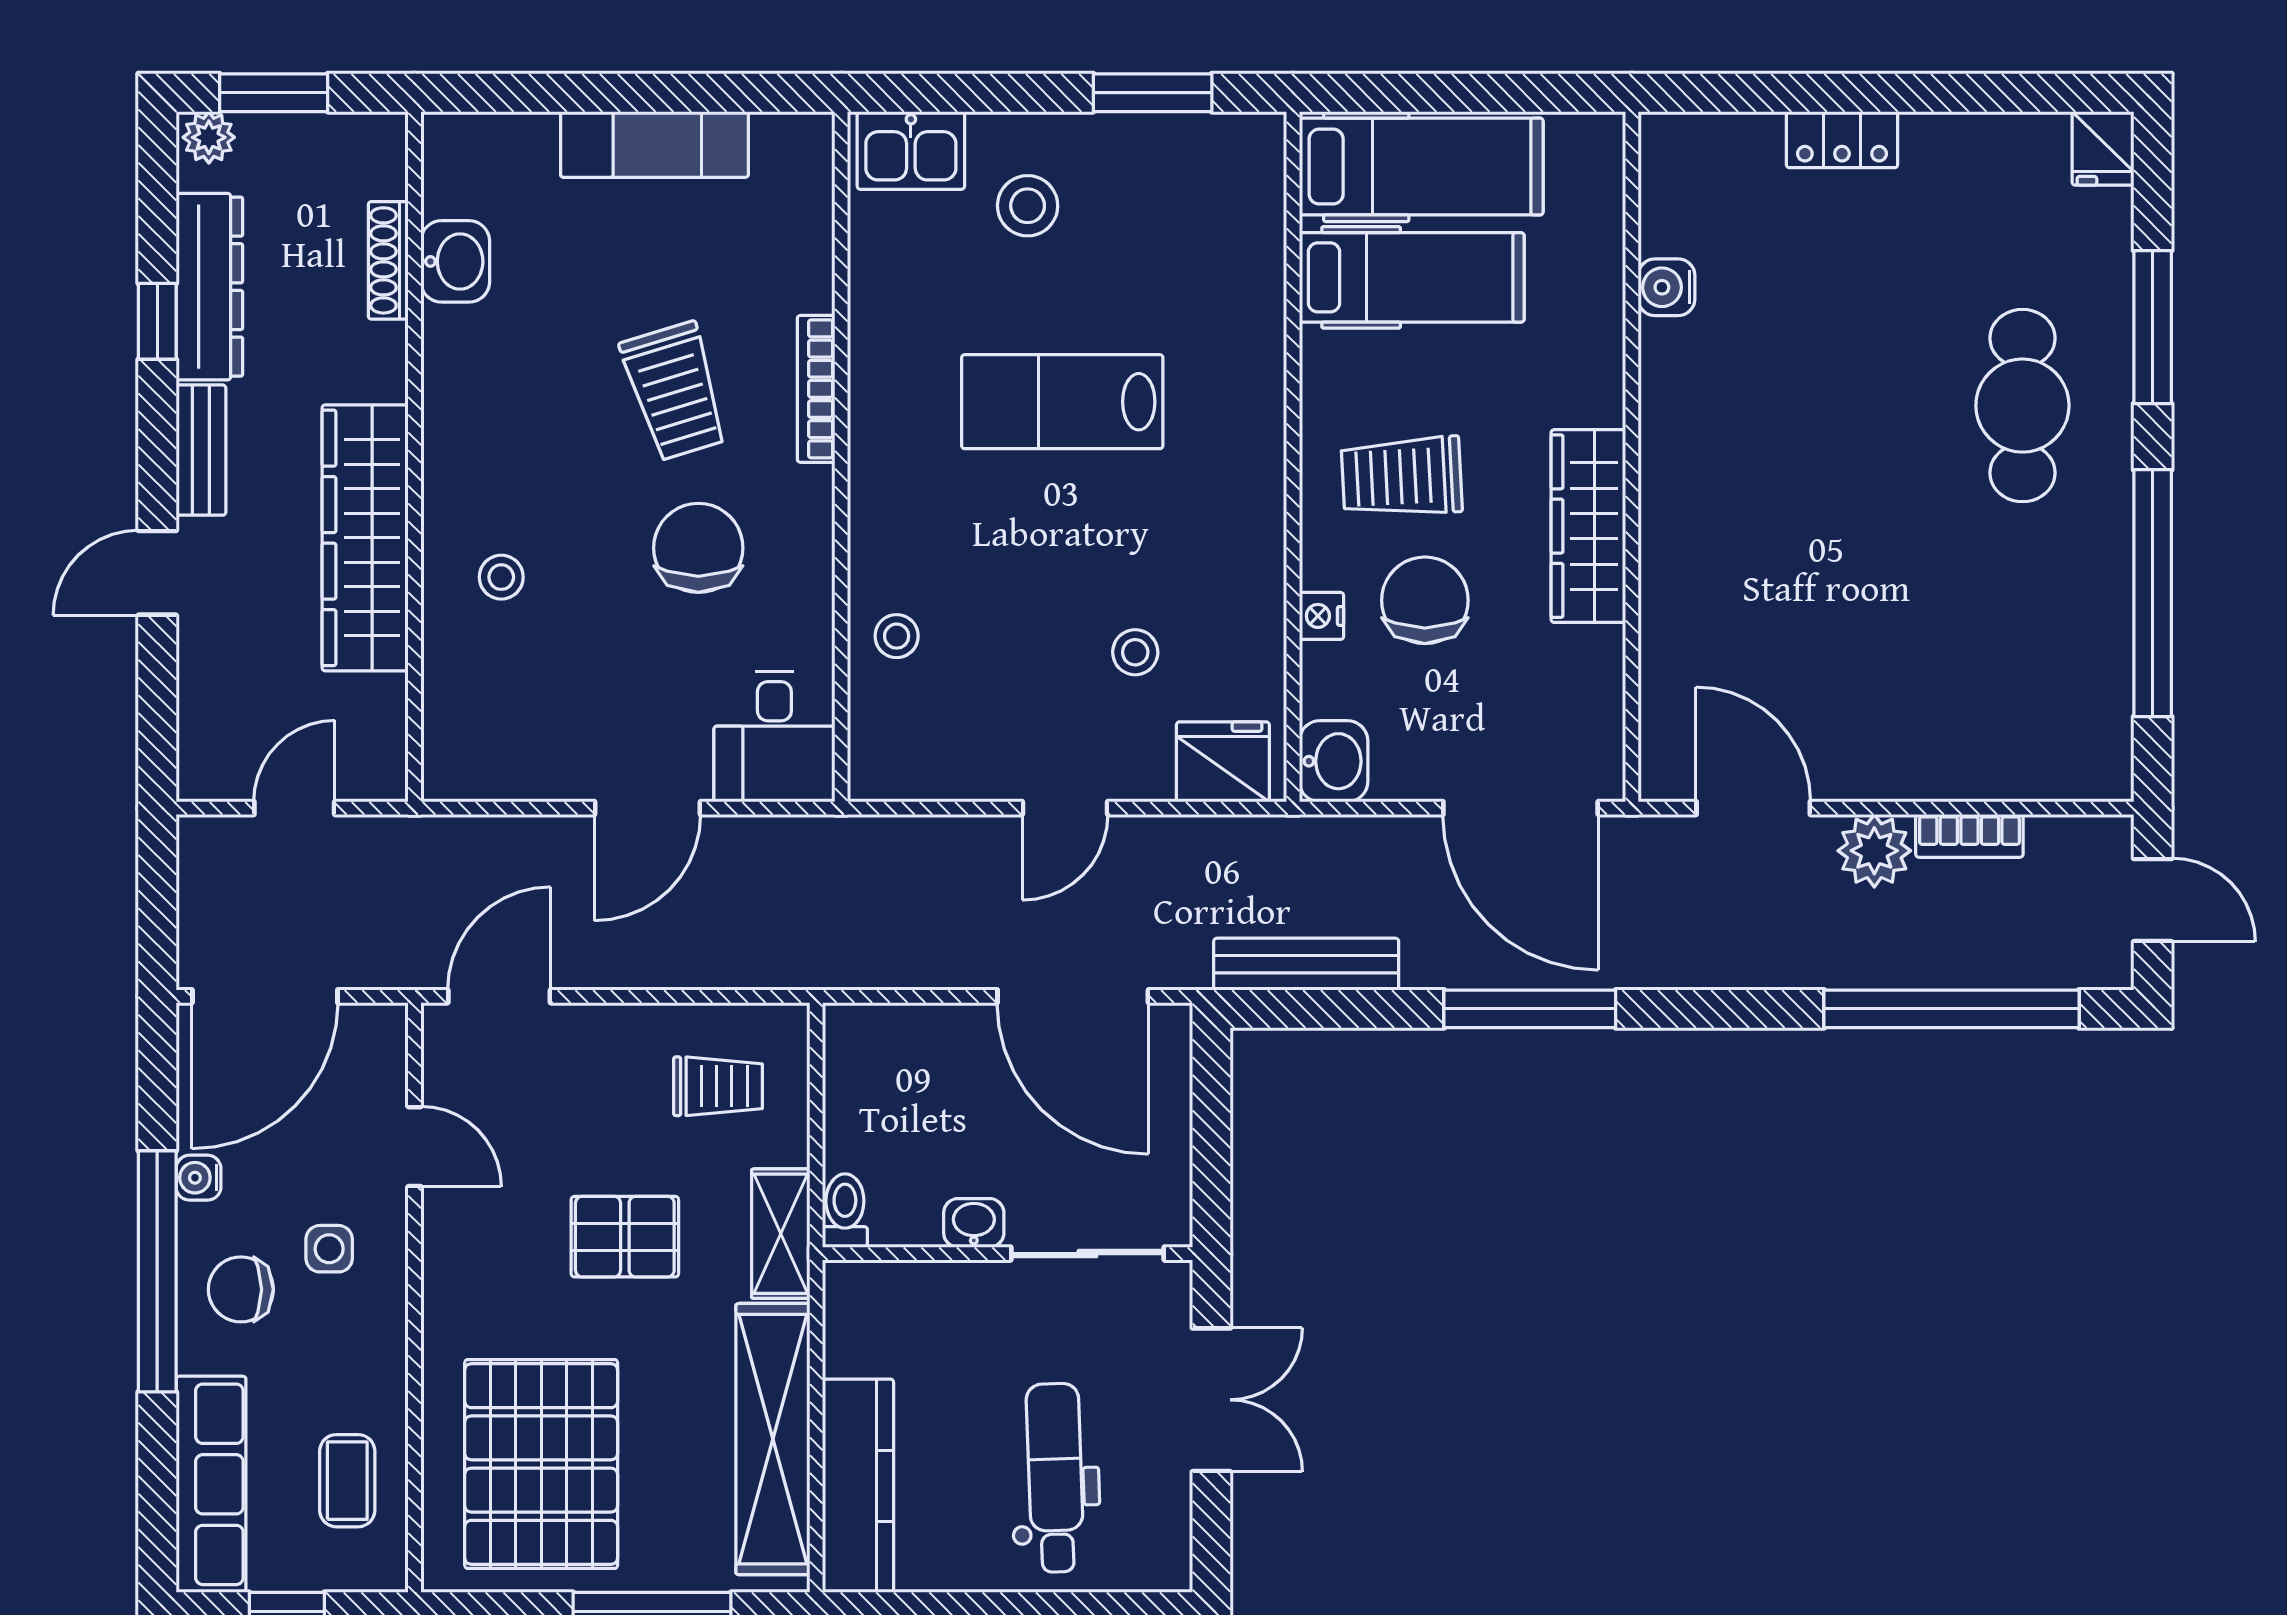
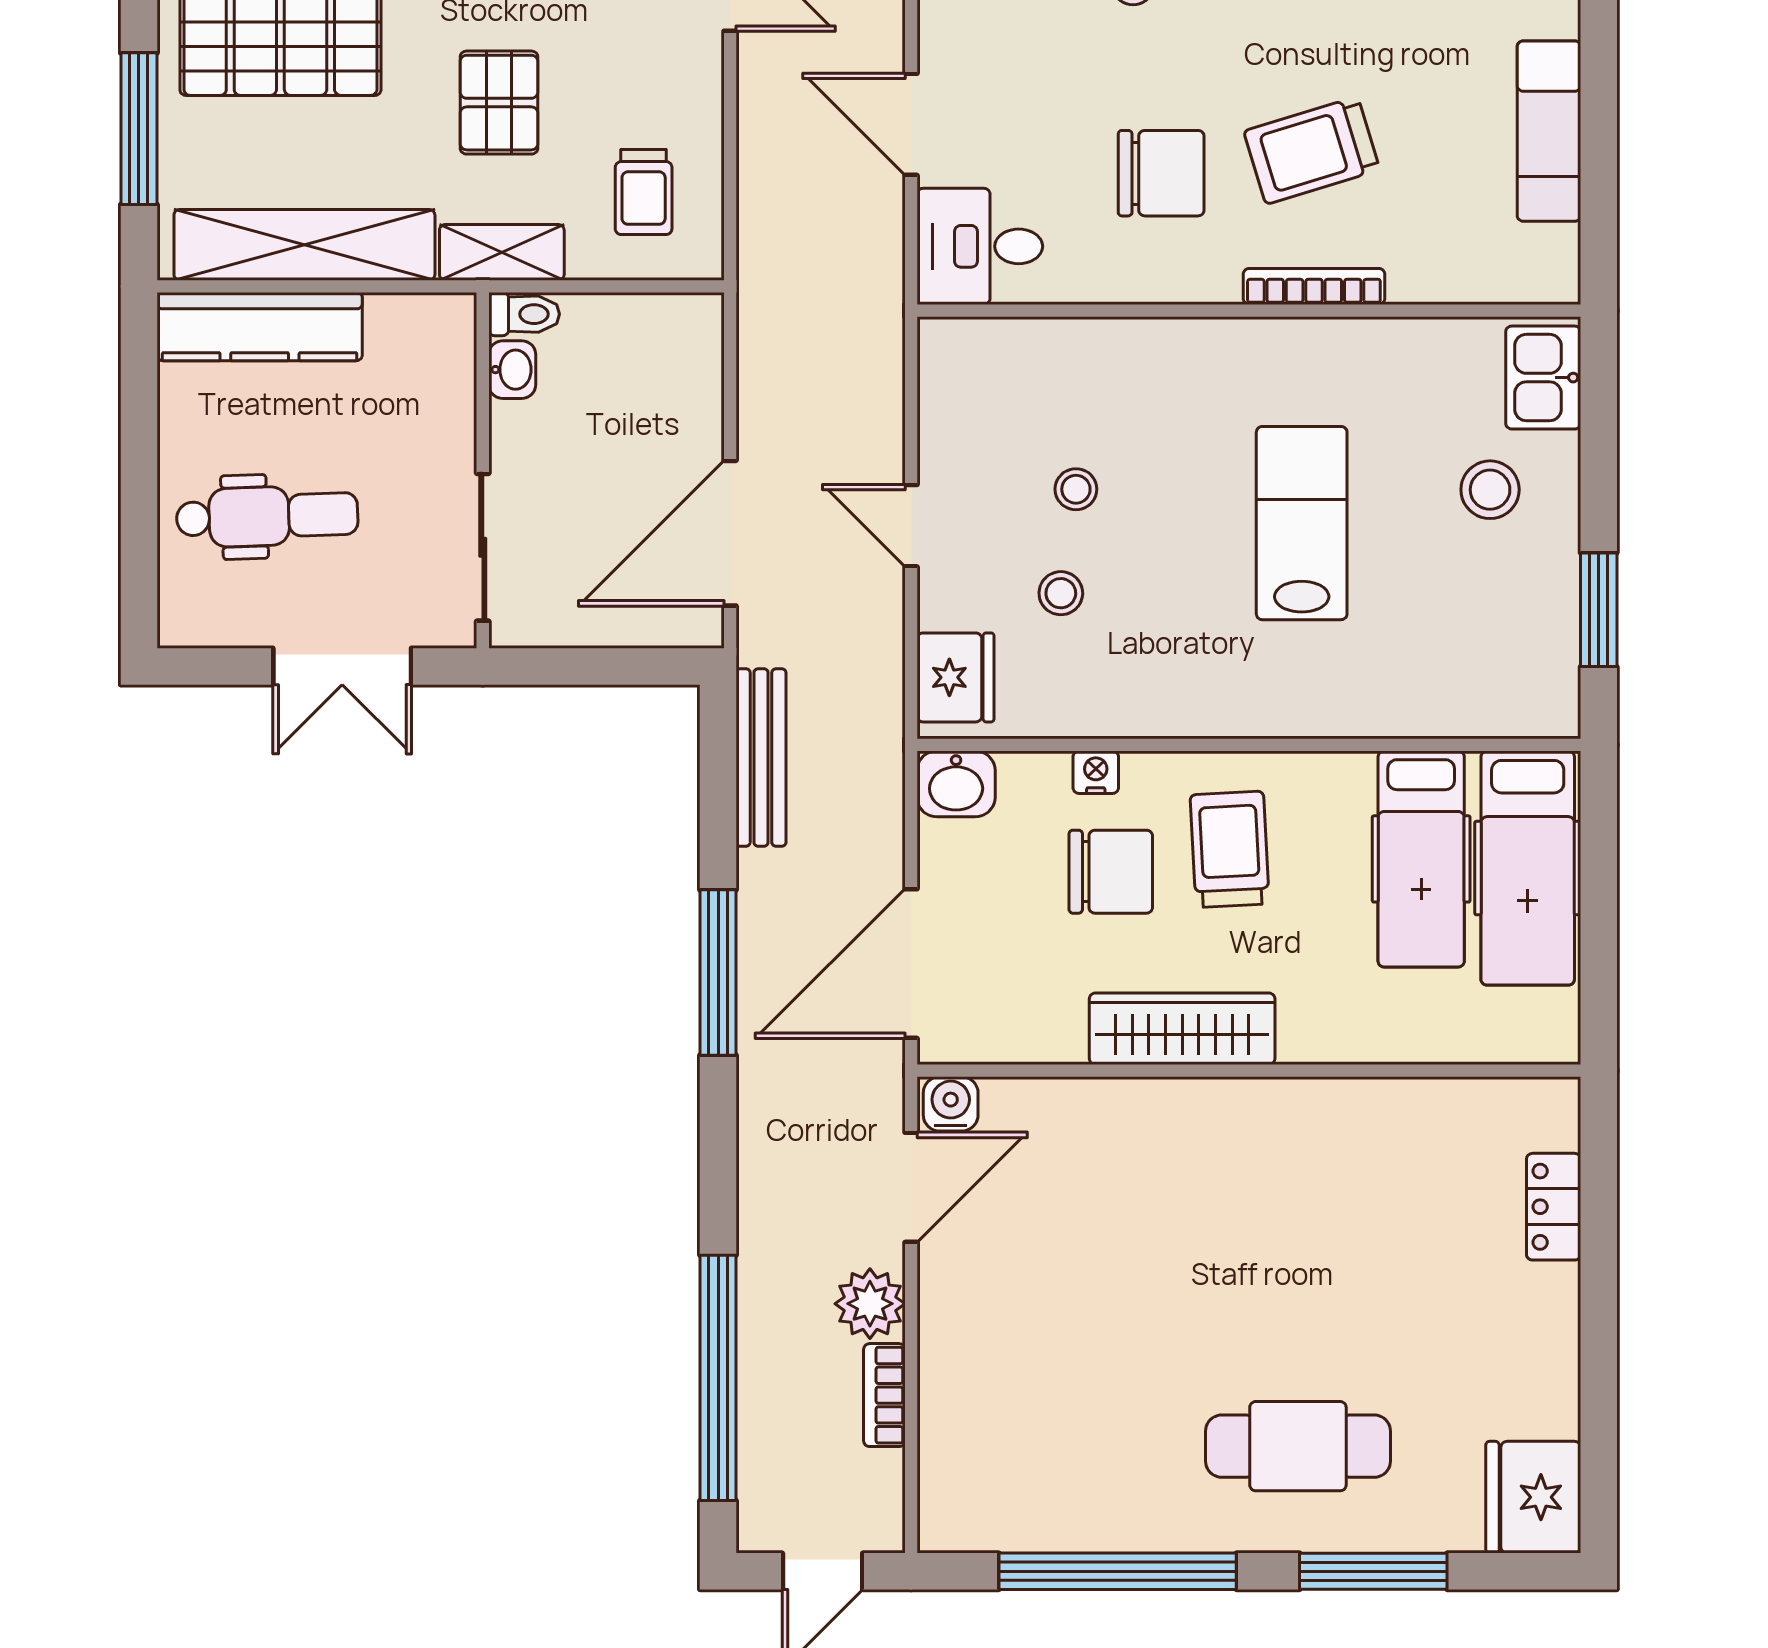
locker: (1842, 140) -> (1554, 1207), moved
fridge: (2103, 148) -> (1533, 1497), width x1.88, depth x1.34
water cooler: (1667, 287) -> (951, 1104), moved
stool: (897, 636) -> (1076, 489), moved
washbasin: (974, 1223) -> (512, 370), moved

